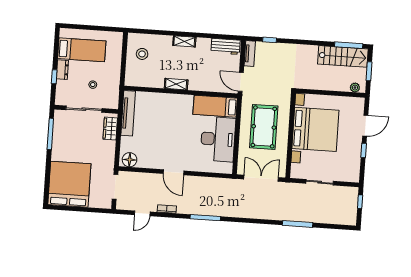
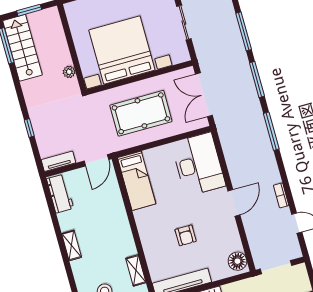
window: (270, 40) -> (29, 128), moved
shelving: (176, 84) -> (136, 270), moved
plant: (355, 88) -> (69, 72), moved
armchair: (162, 128) -> (186, 235), added
desk: (218, 139) -> (198, 164), moved, turned 90
window: (205, 218) -> (271, 131), moved
window: (259, 221) -> (257, 79), added

